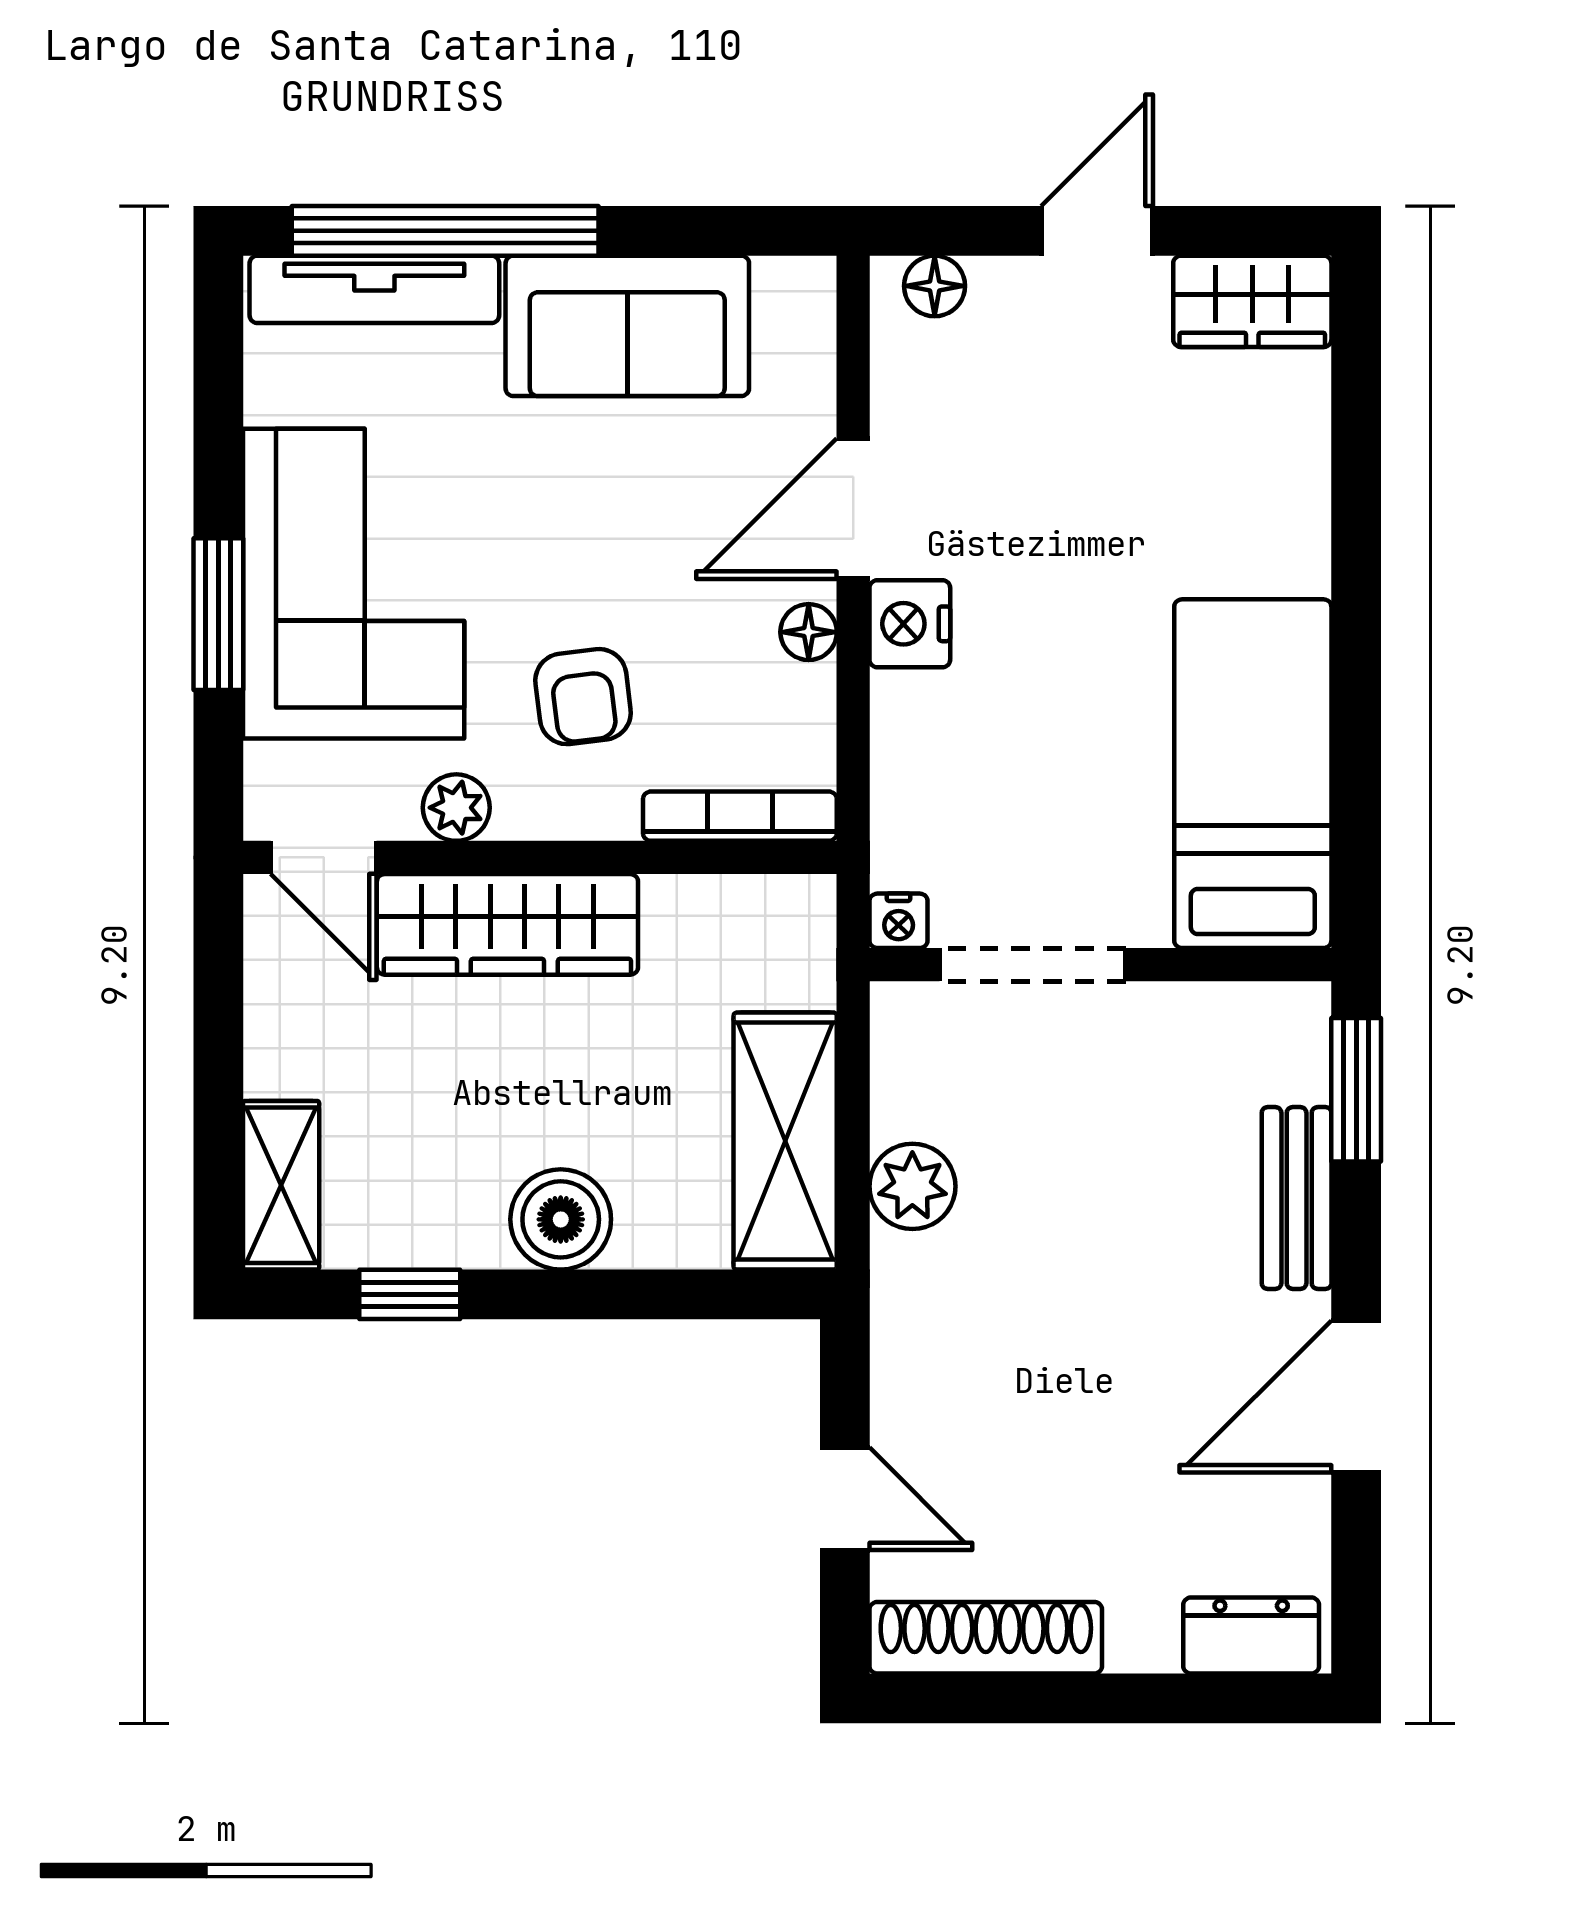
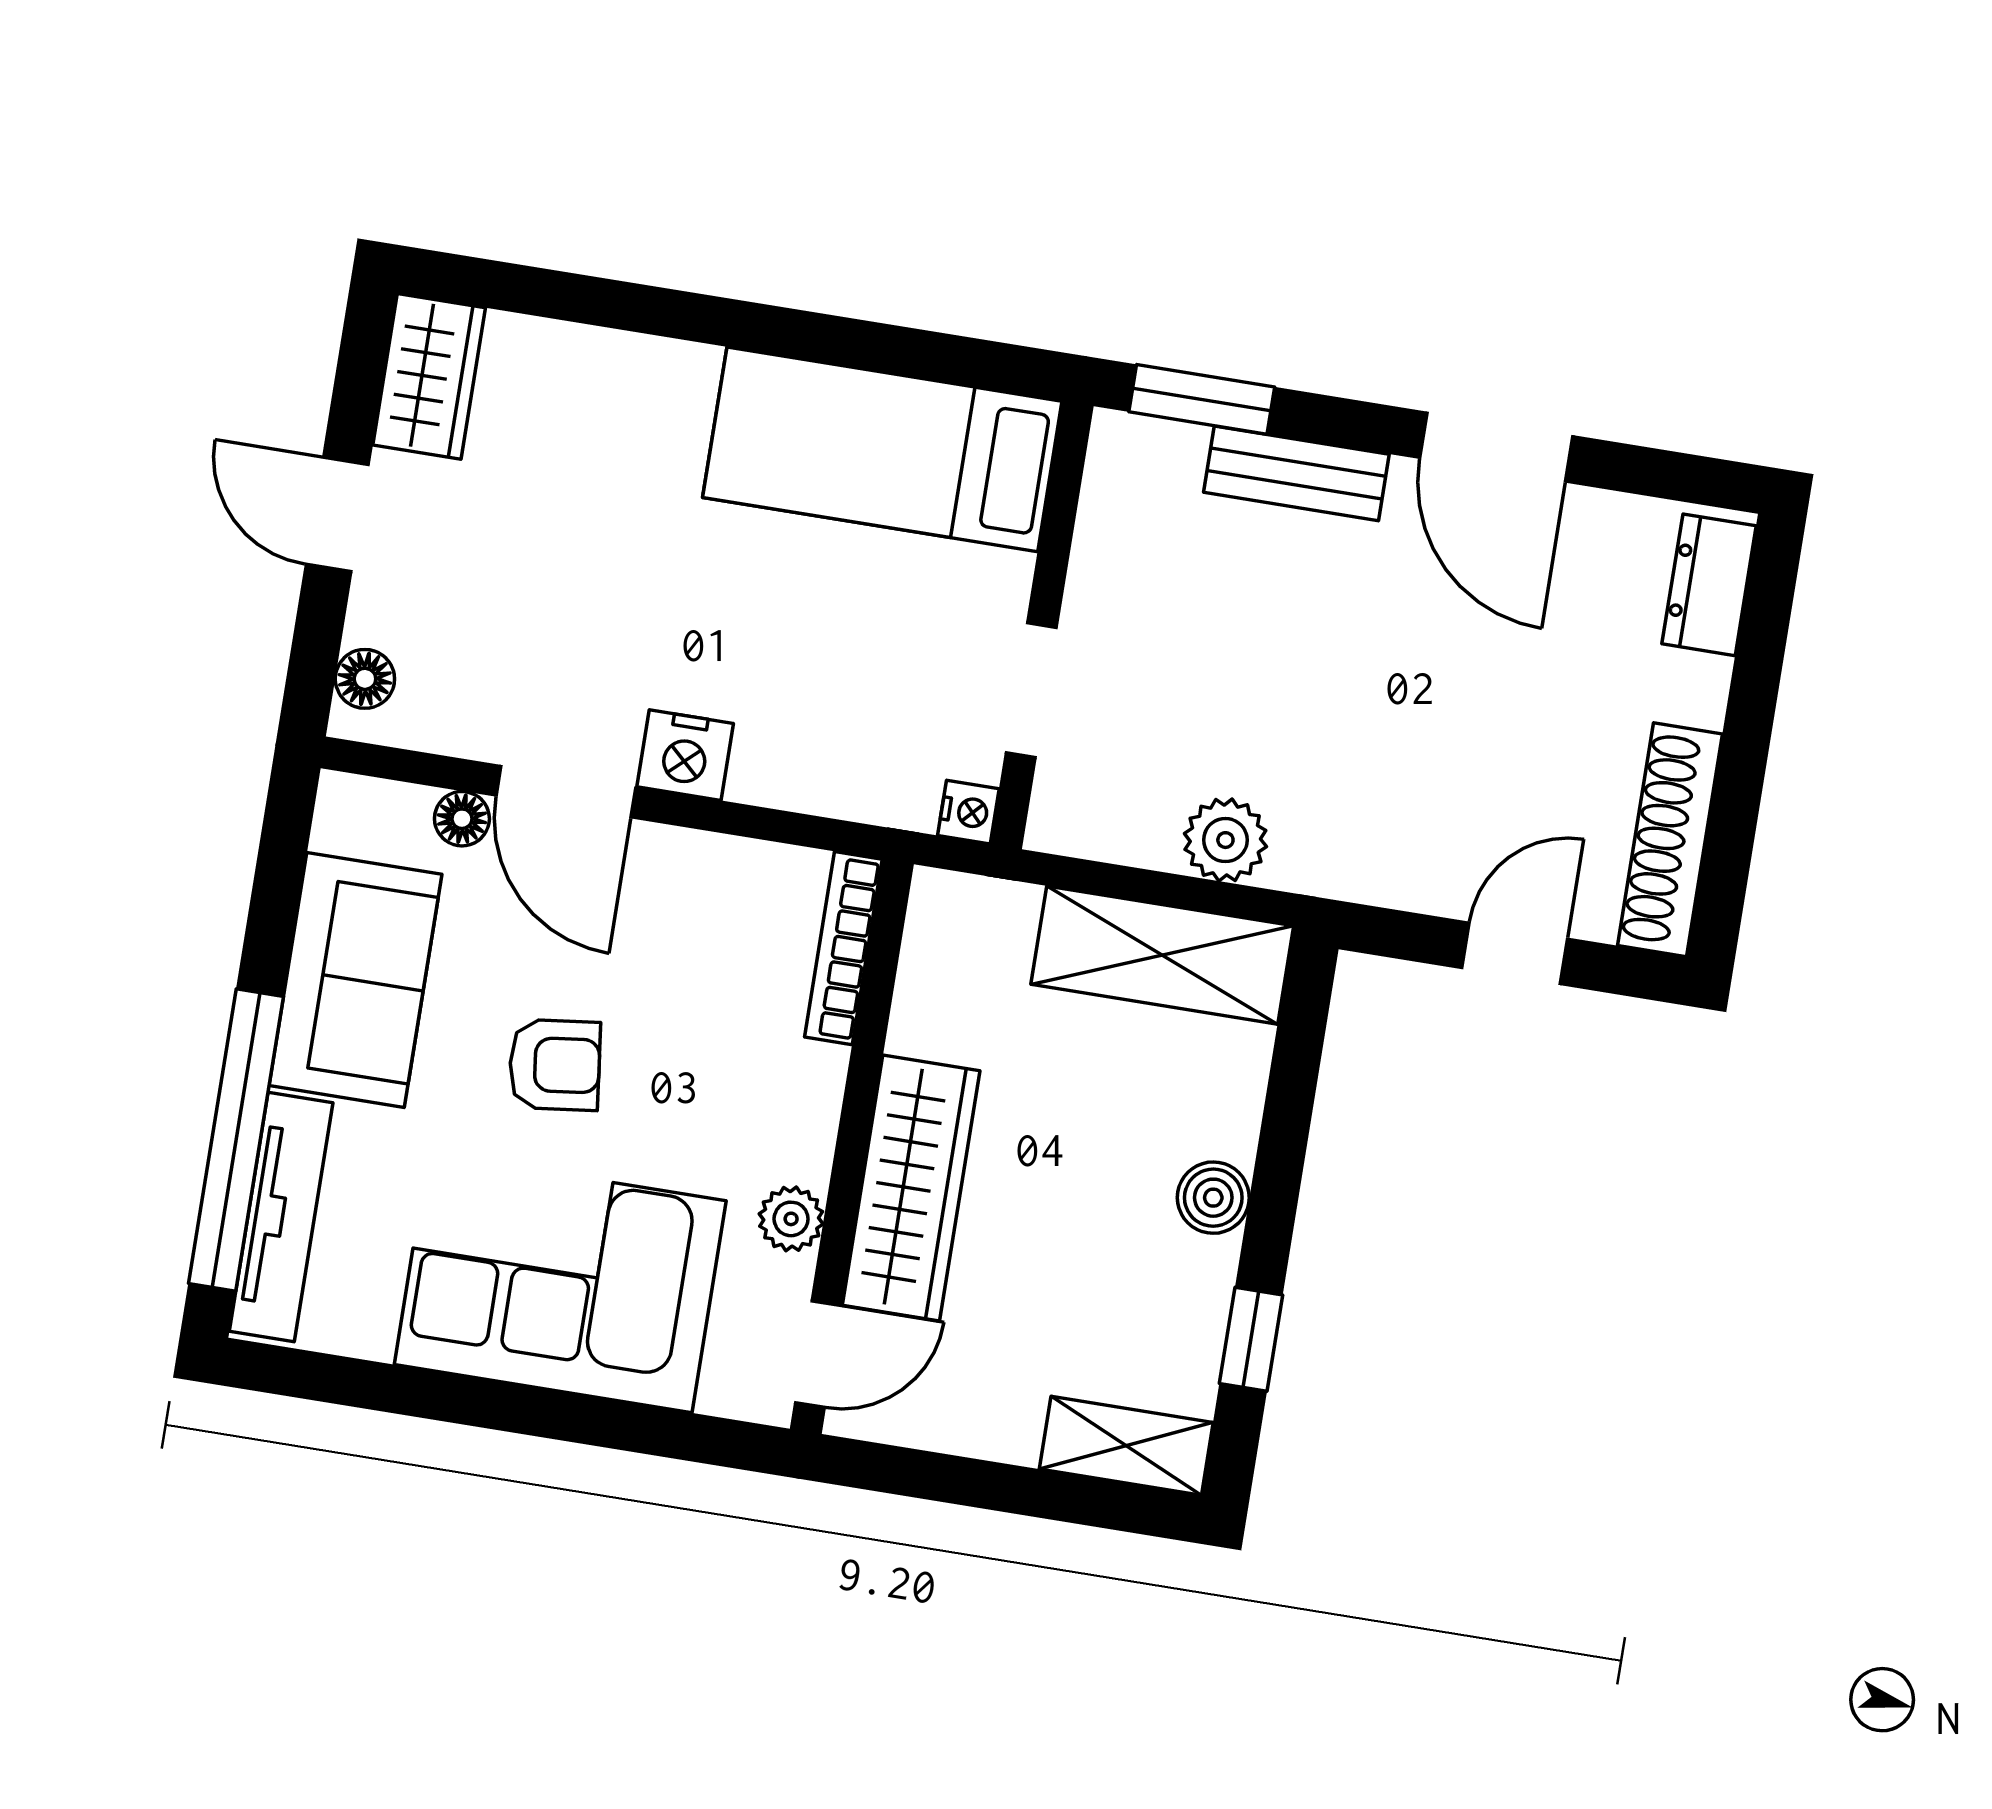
window: (218, 614) -> (568, 1417), removed
floor lamp: (809, 632) -> (462, 819), moved
armchair: (583, 697) -> (555, 1065), moved
doorway: (1033, 965) -> (1031, 690), width x0.73
boiler: (561, 1219) -> (1213, 1198), width x0.73, depth x0.73

